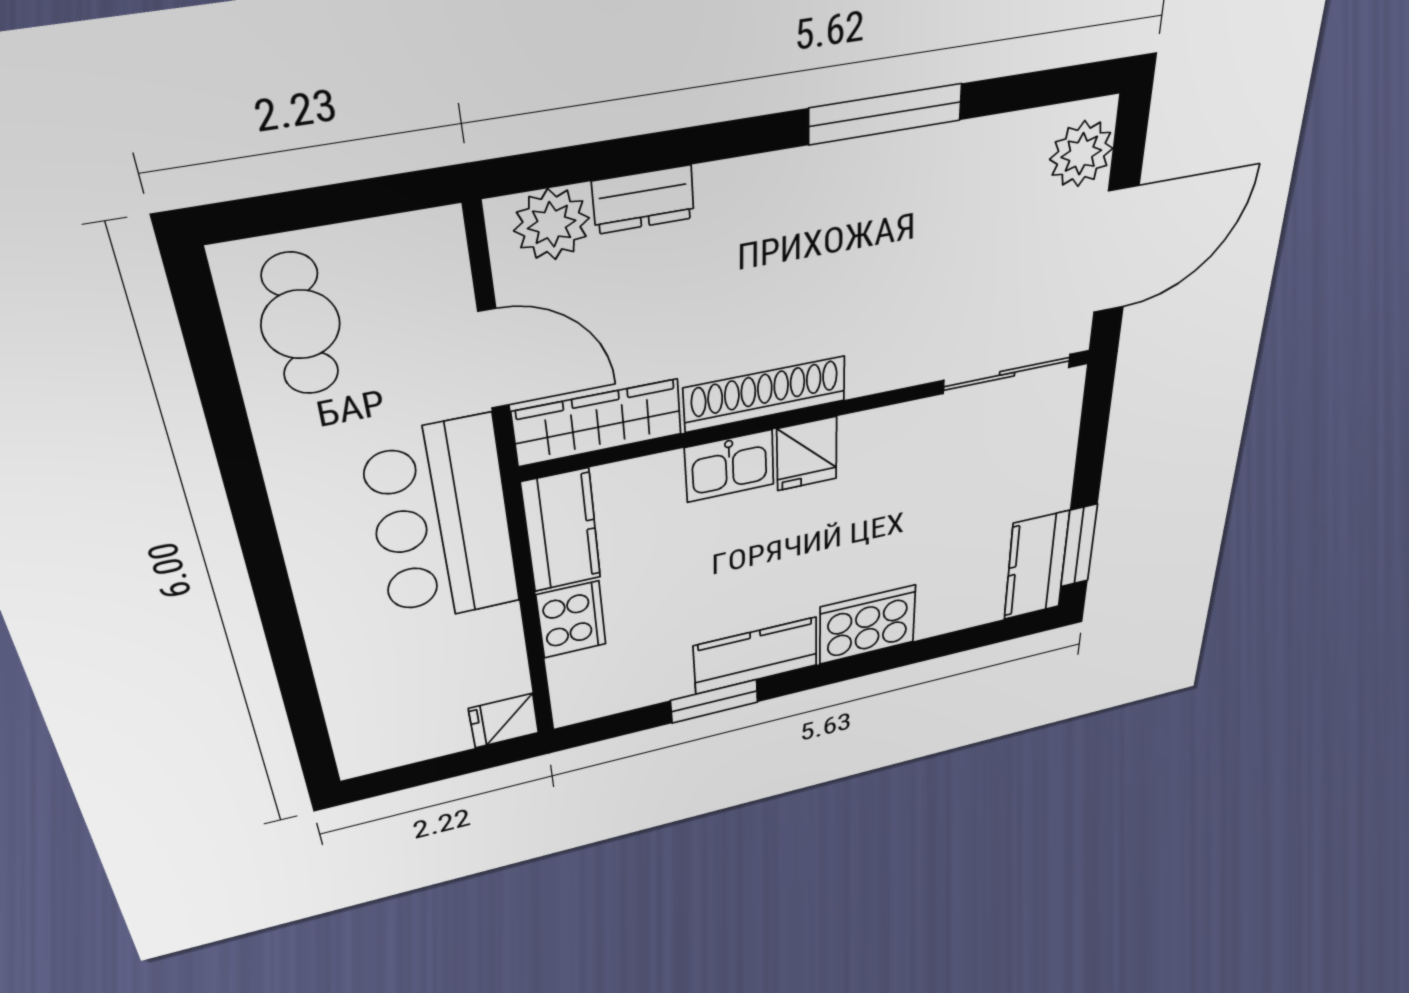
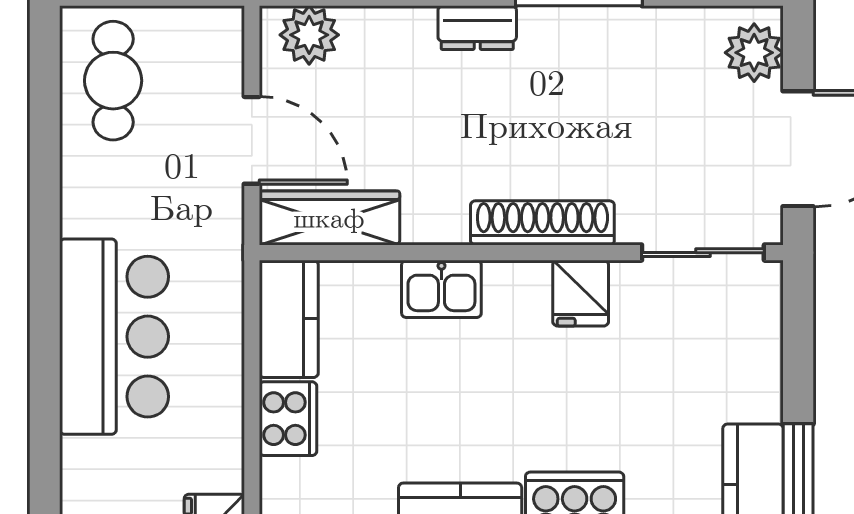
dresser: (643, 200) -> (477, 28), moved
shoe rack: (765, 394) -> (542, 223), moved
fridge: (807, 454) -> (581, 293), moved
bar counter: (442, 523) -> (114, 337), moved, turned 180

